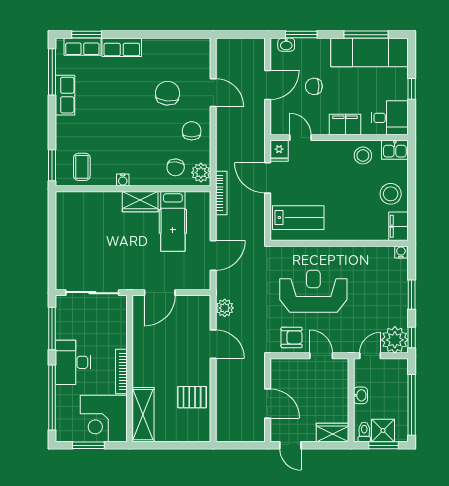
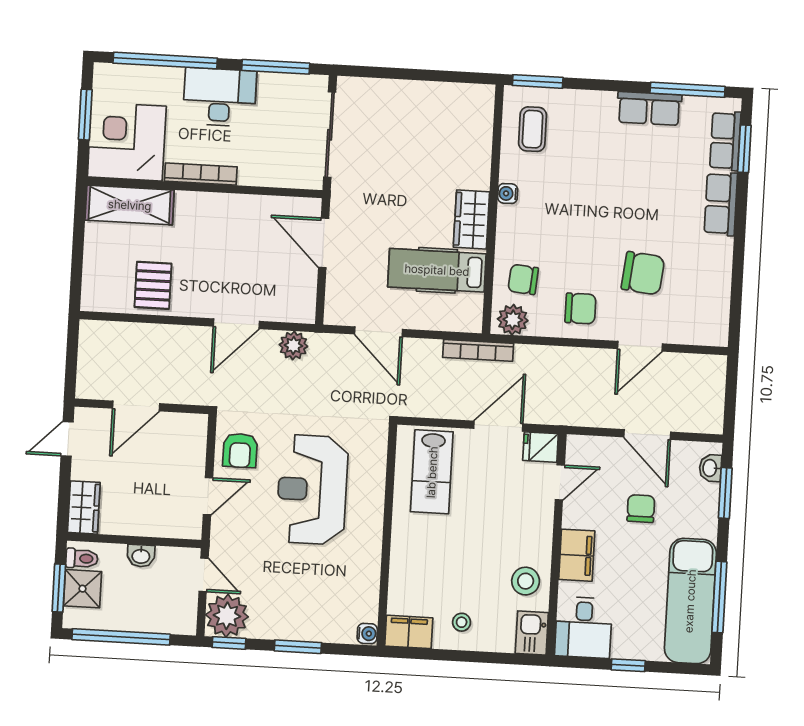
coffee table: (82, 167) -> (533, 129), turned 90
stool: (391, 194) -> (462, 622), width x0.53, depth x0.53
reception desk: (313, 291) -> (312, 490), turned 180

